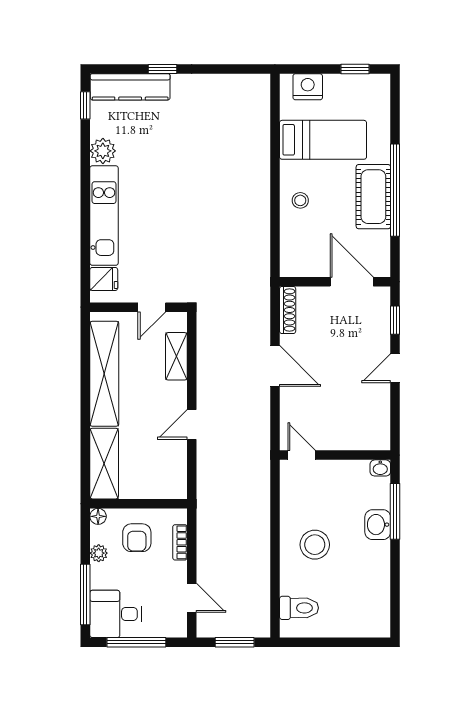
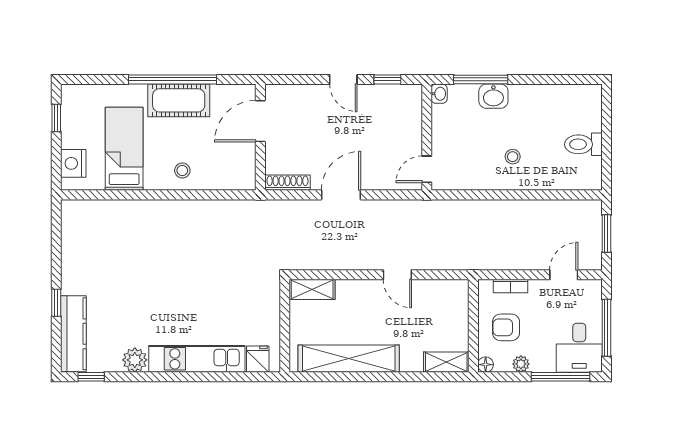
door: (152, 307) -> (285, 313), removed
window: (395, 320) -> (387, 79), moved
shelving: (176, 356) -> (312, 289), moved
shelving: (104, 464) -> (446, 362), width x0.67, depth x0.75
armchair: (137, 538) -> (506, 327), turned 180
stool: (315, 545) -> (513, 157), width x0.53, depth x0.53
toilet: (299, 608) -> (583, 144), moved, turned -90

